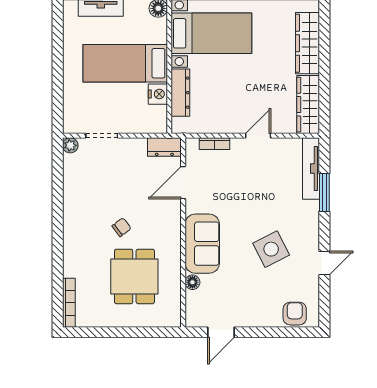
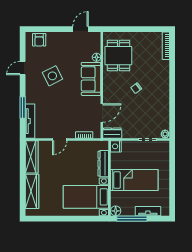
nightstand: (158, 94) -> (116, 146), moved
dining table: (134, 276) -> (118, 56), moved

